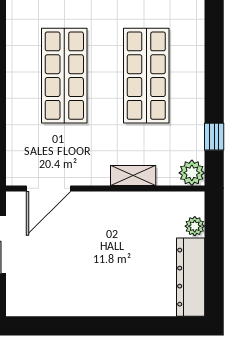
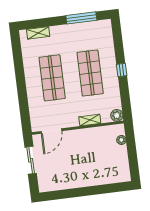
window: (214, 137) -> (122, 70), moved
dresser: (191, 277) -> (122, 164), removed

